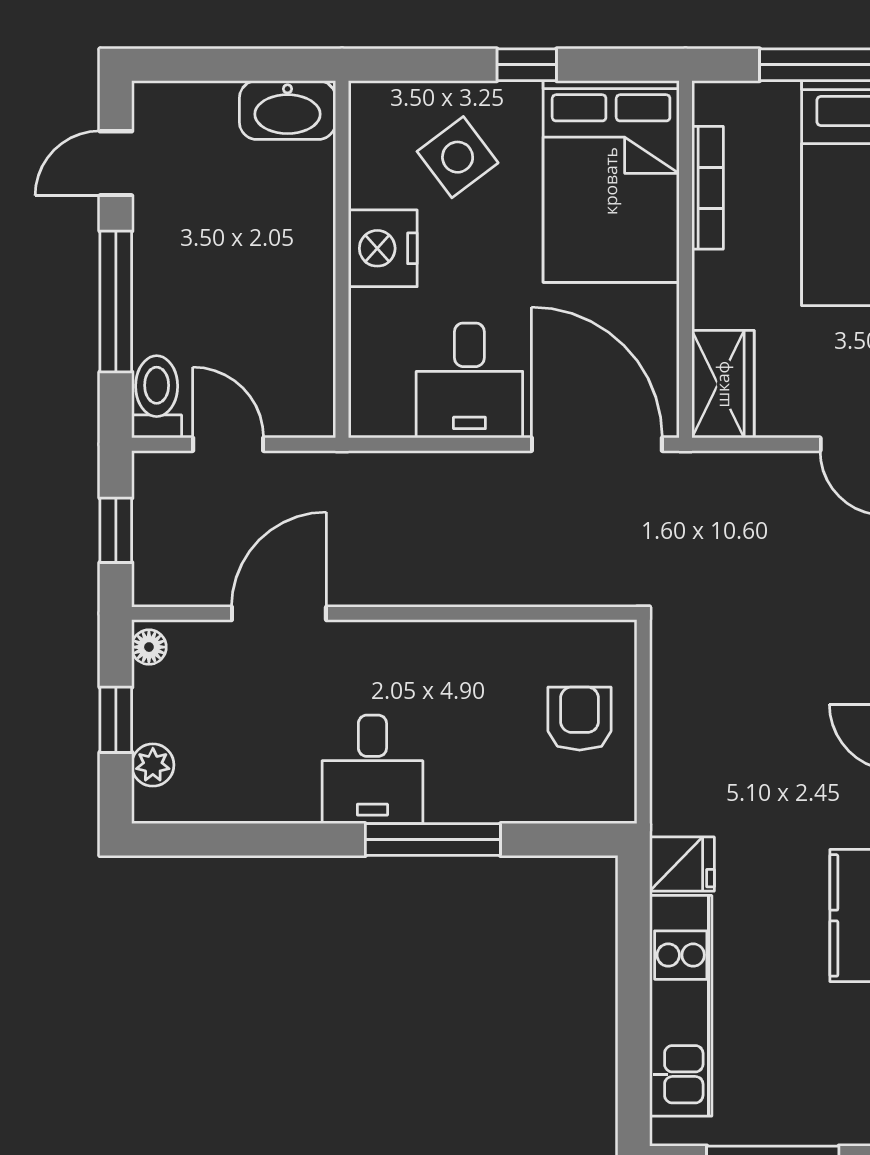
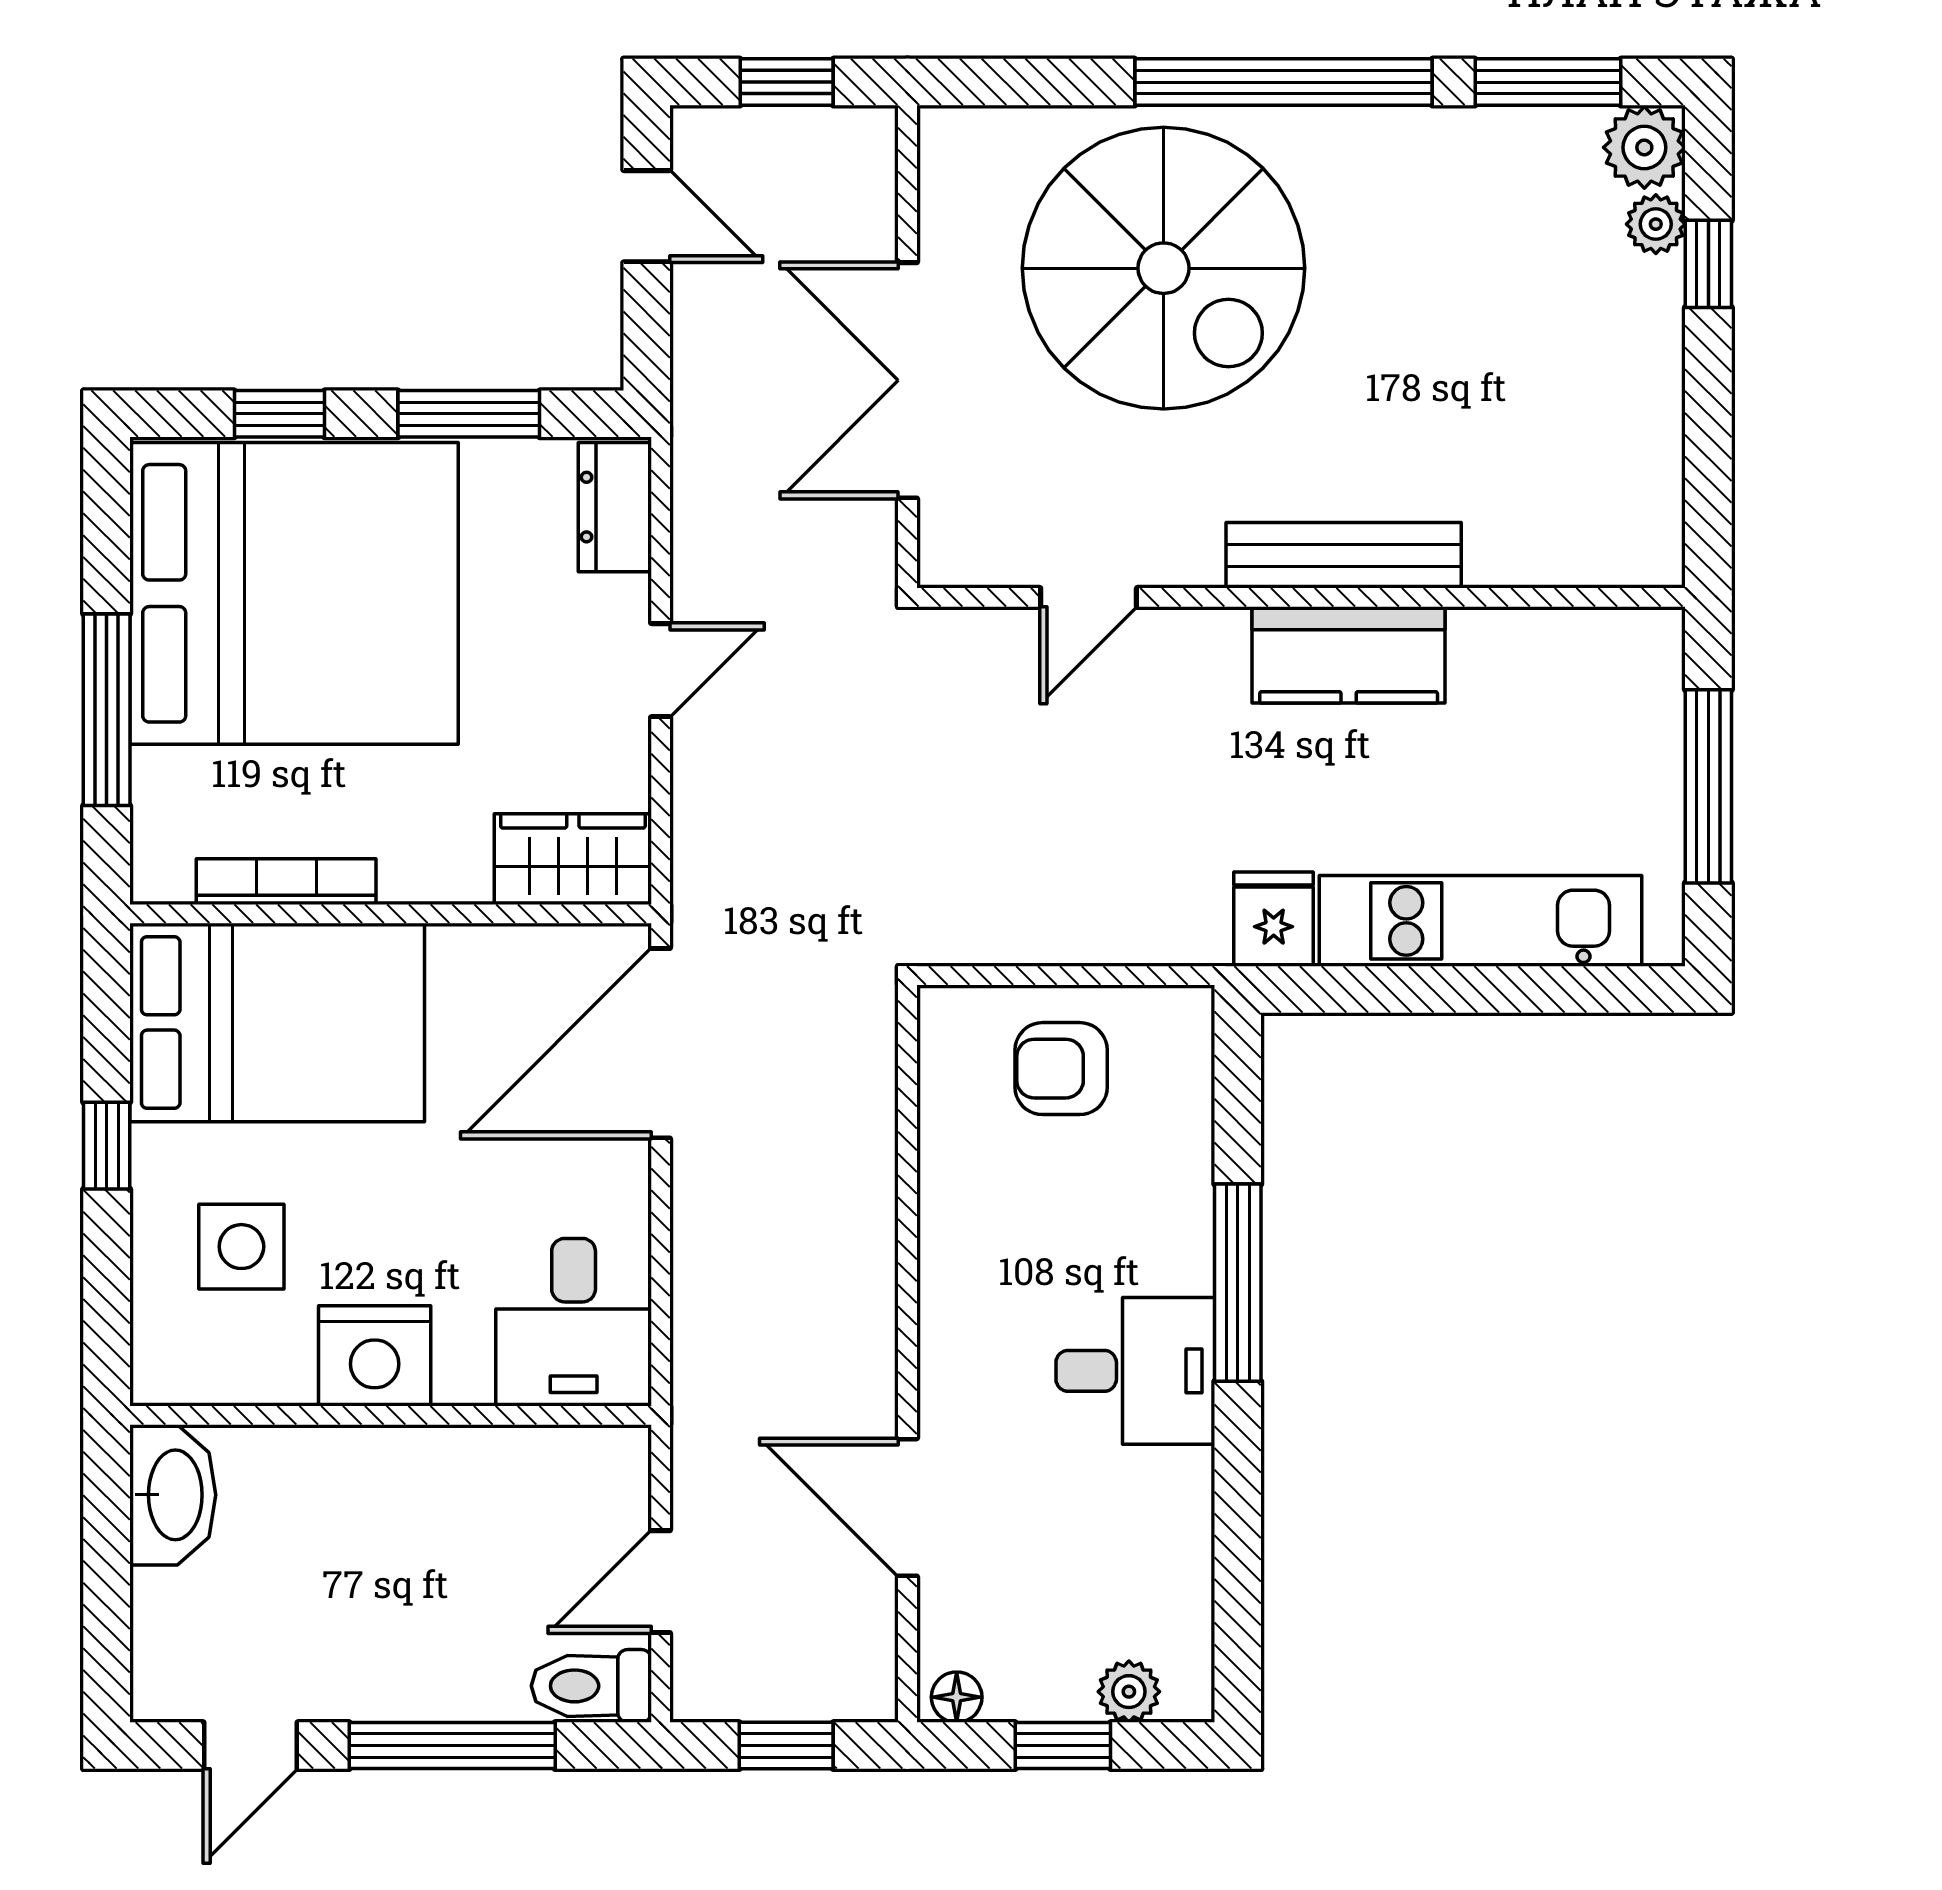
side table: (458, 157) -> (241, 1247), turned 37
door: (116, 163) -> (250, 1746), hinge flipped
desk: (469, 380) -> (574, 1322), moved, turned 90

